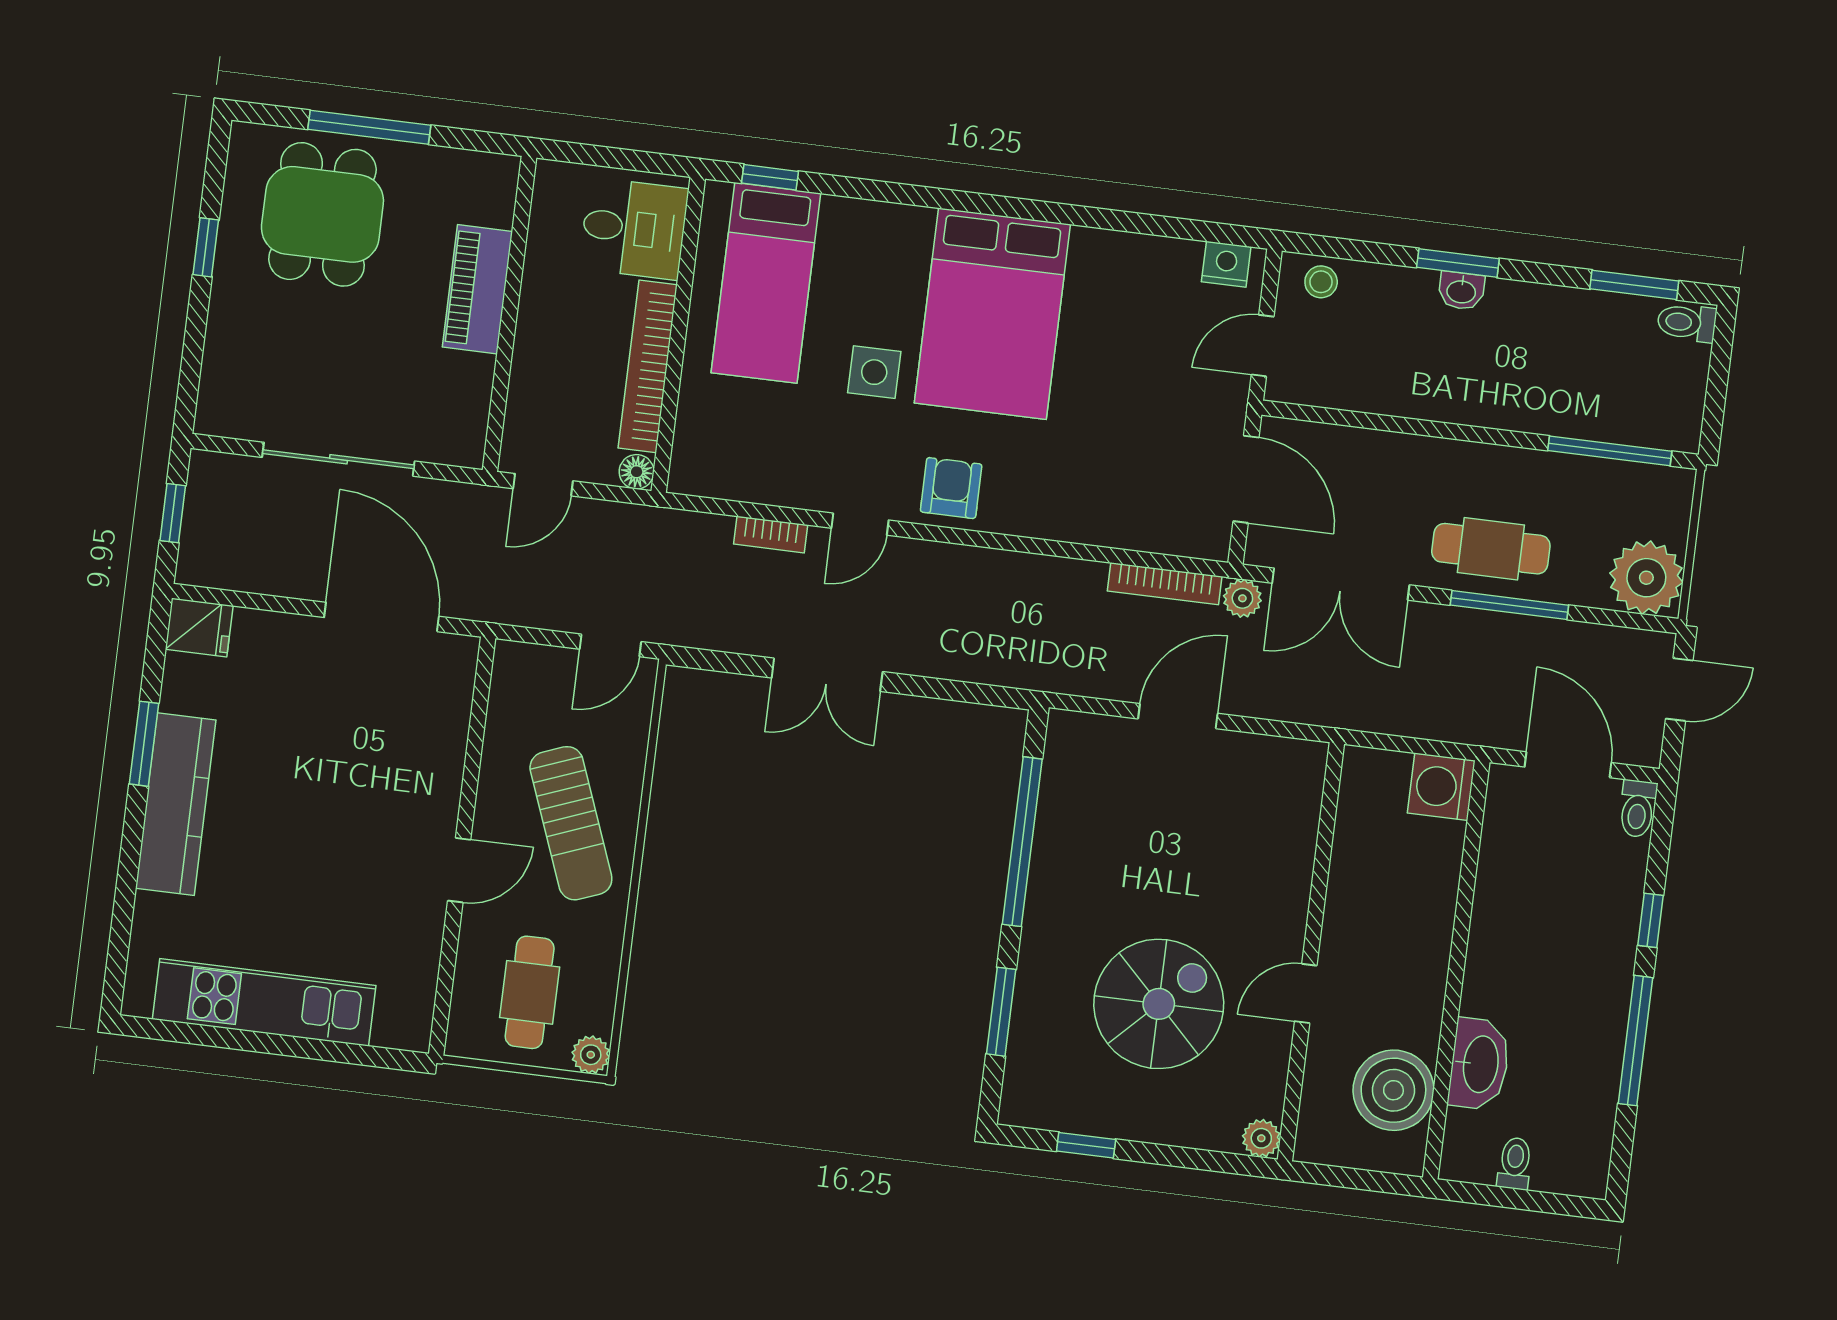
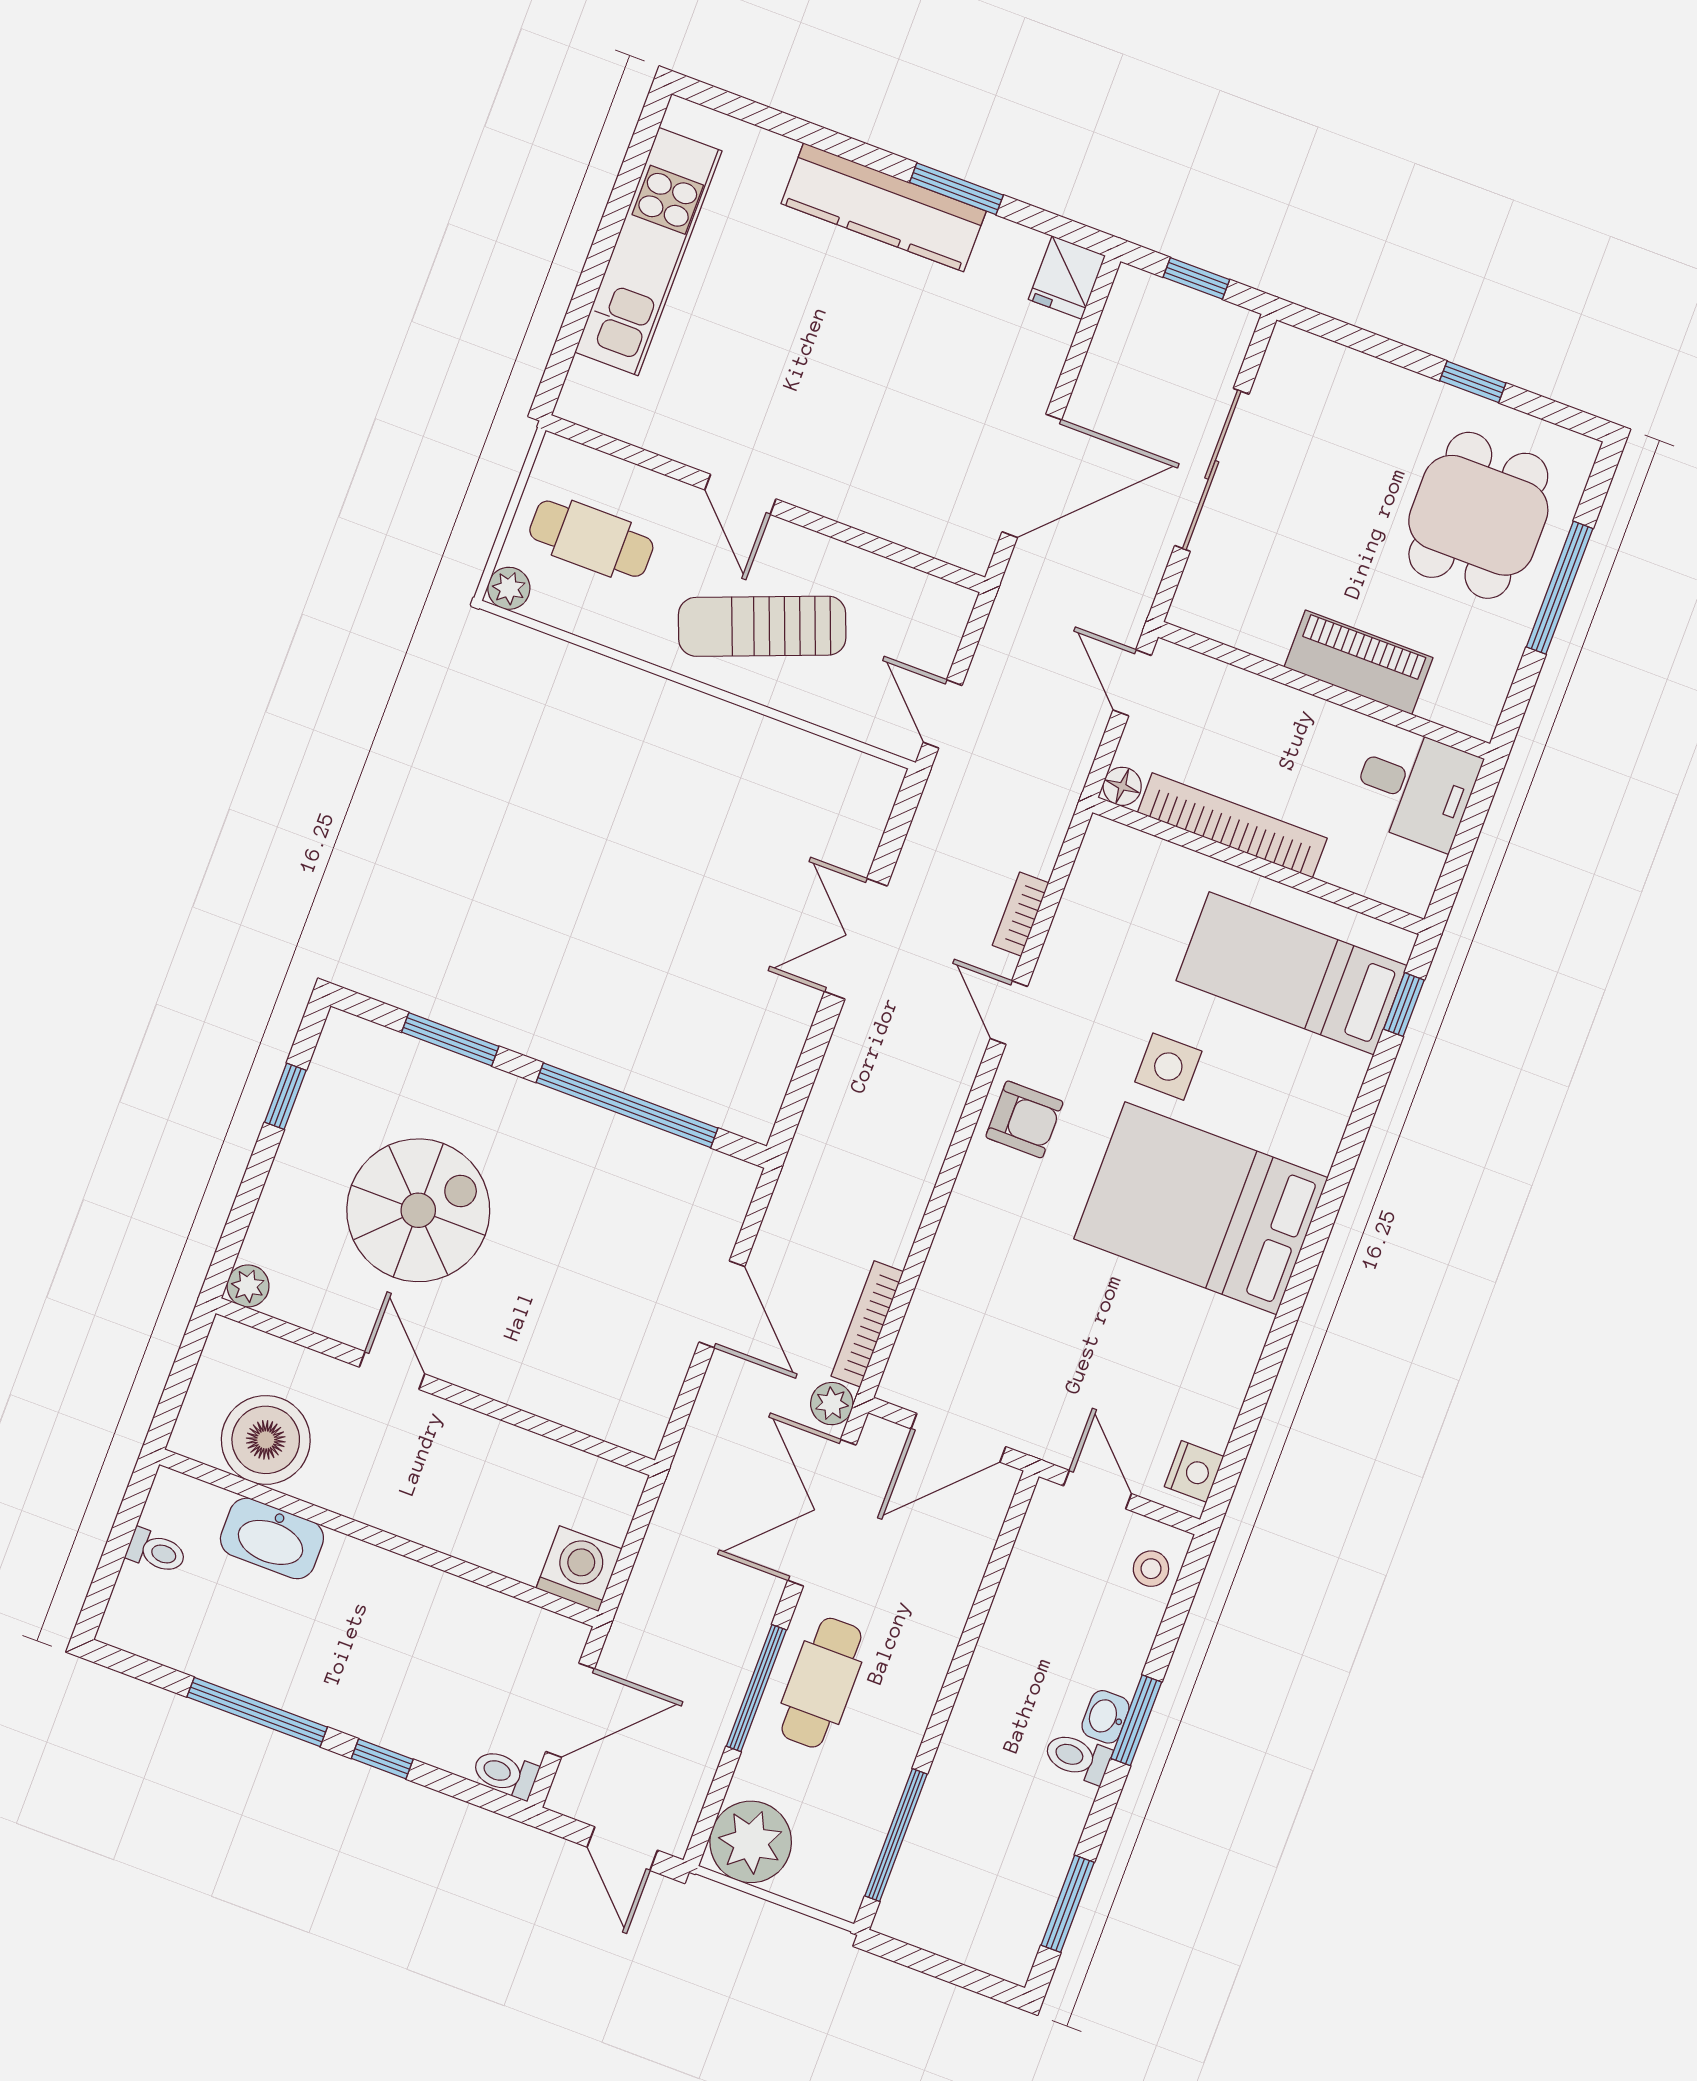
dining table: (322, 214) -> (1478, 515), turned 90
desk: (634, 229) -> (1415, 787), moved, turned -90
toilet: (1687, 323) -> (1078, 1757), moved, turned -90
spiral stairs: (1159, 1004) -> (418, 1210), turned -90

